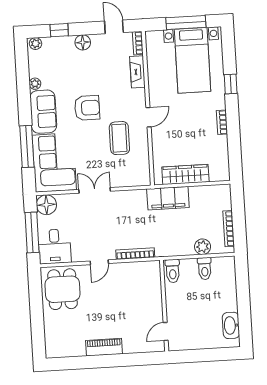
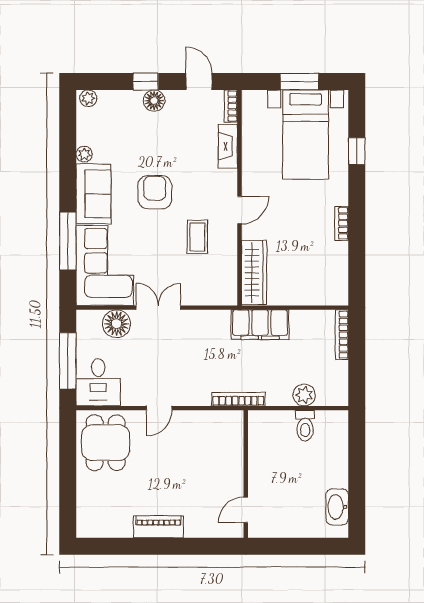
window: (186, 23) -> (299, 82), width x0.69
window: (59, 30) -> (146, 82), moved
window: (231, 84) -> (357, 151), moved
armchair: (87, 108) -> (155, 192), turned -90
coffee table: (119, 138) -> (197, 237), width x0.73, depth x0.77
wardrobe: (185, 174) -> (254, 273), moved, turned 90
floor lamp: (46, 205) -> (117, 324), moved
bookcase: (229, 229) -> (342, 335), moved
bookcase: (135, 254) -> (238, 399), moved
toilet: (173, 271) -> (260, 426), removed

